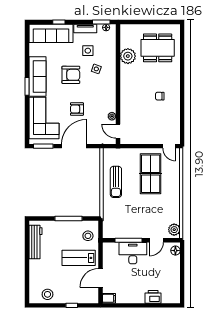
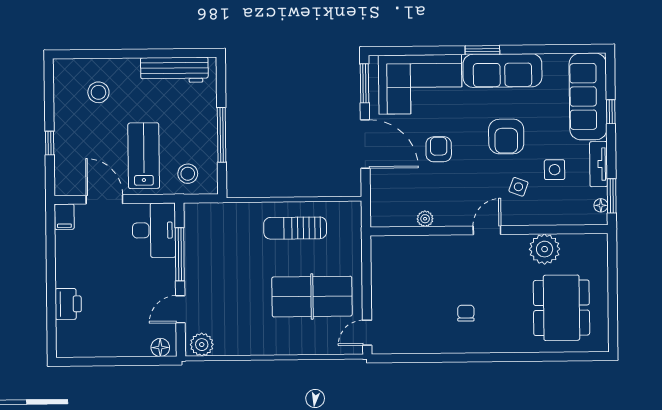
door: (118, 131) -> (487, 230), moved
door: (156, 240) -> (180, 309), hinge flipped
desk: (133, 253) -> (154, 230), moved
stool: (47, 294) -> (98, 92), moved

